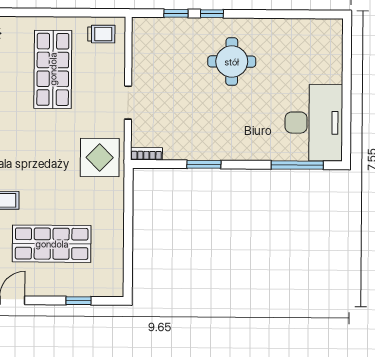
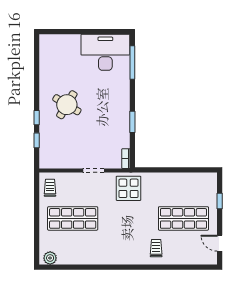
round table: (232, 62) -> (67, 105), turned 31
shop shelf: (52, 244) -> (183, 218), turned 90

